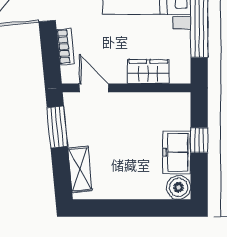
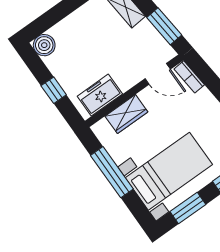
bookcase: (65, 47) -> (189, 77), moved
freezer: (177, 152) -> (100, 95), moved, turned -90

